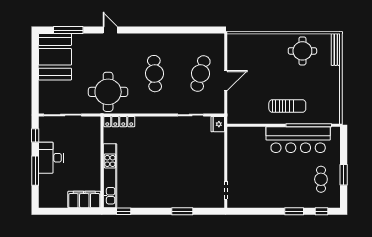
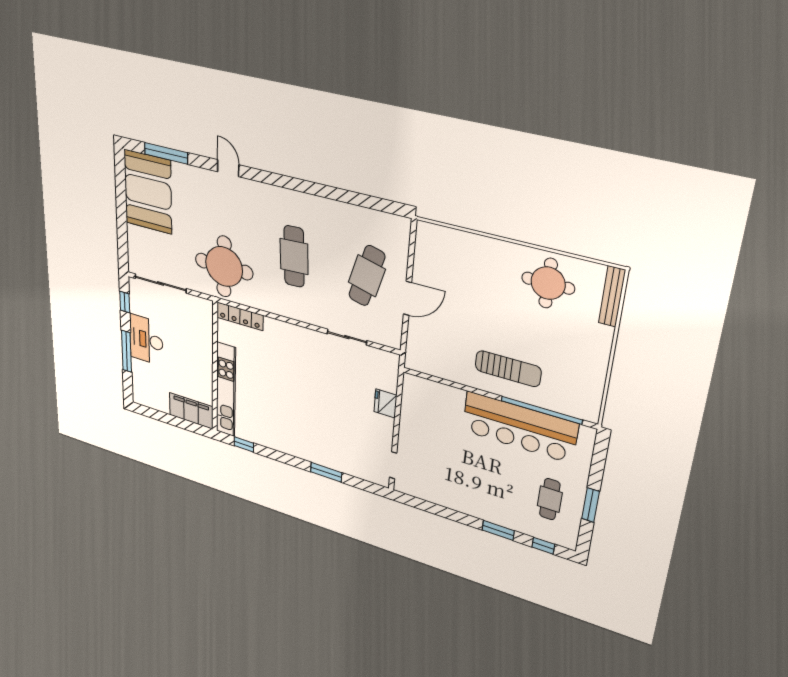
fridge: (218, 124) -> (385, 403), moved

